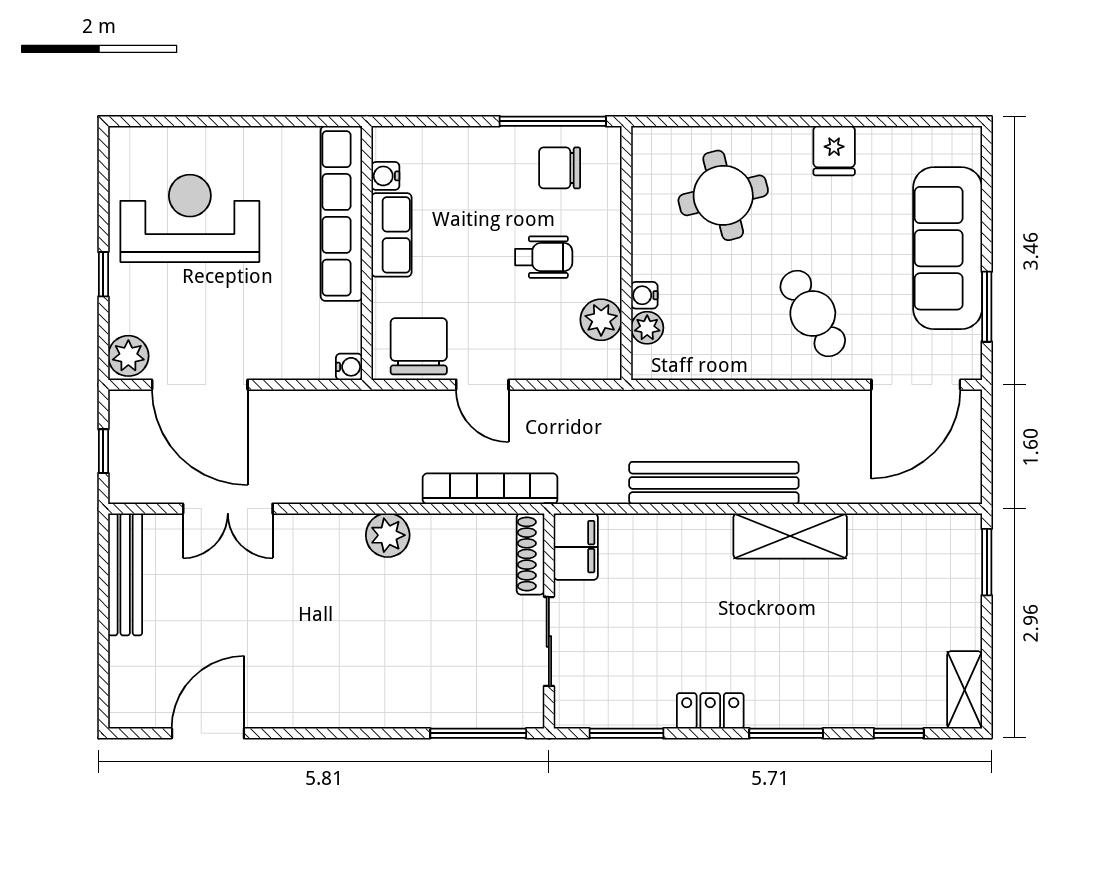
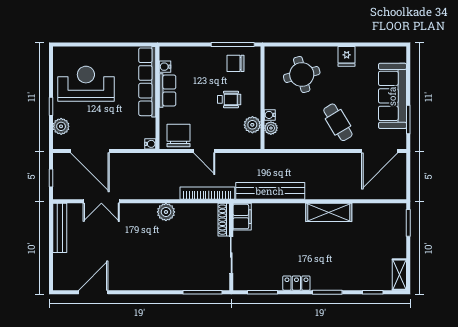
plant: (128, 356) -> (61, 126), moved
bench: (714, 483) -> (270, 191), moved

